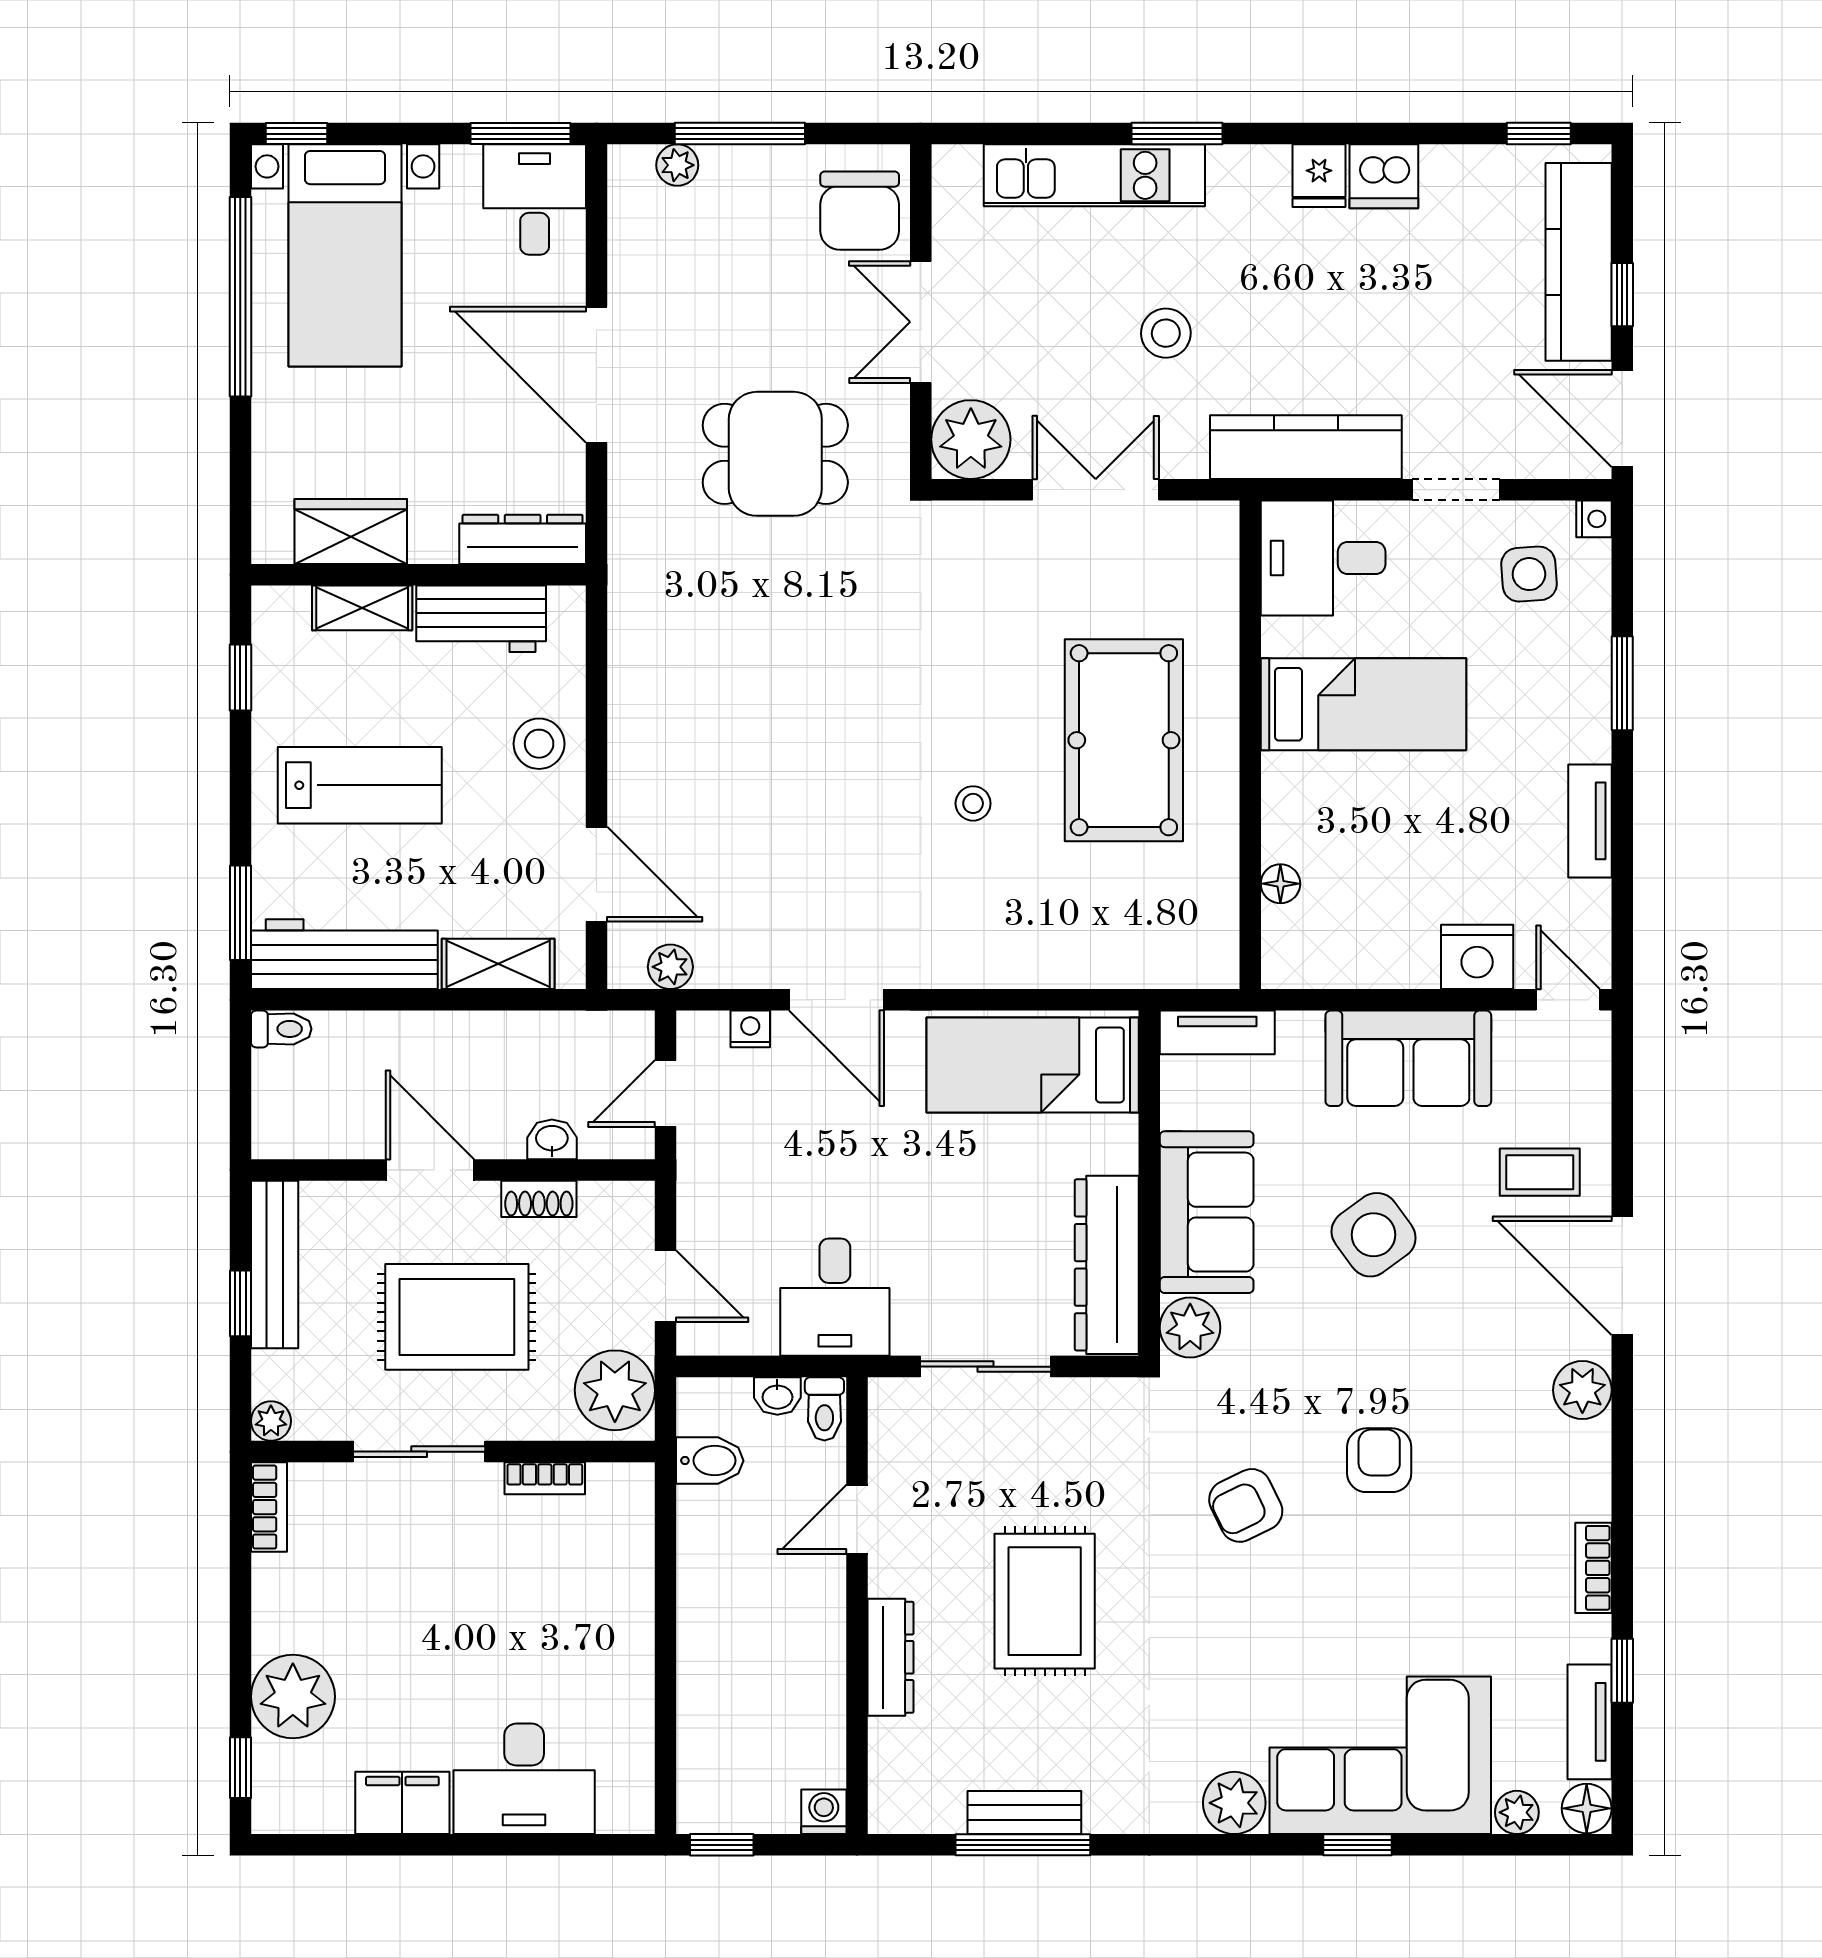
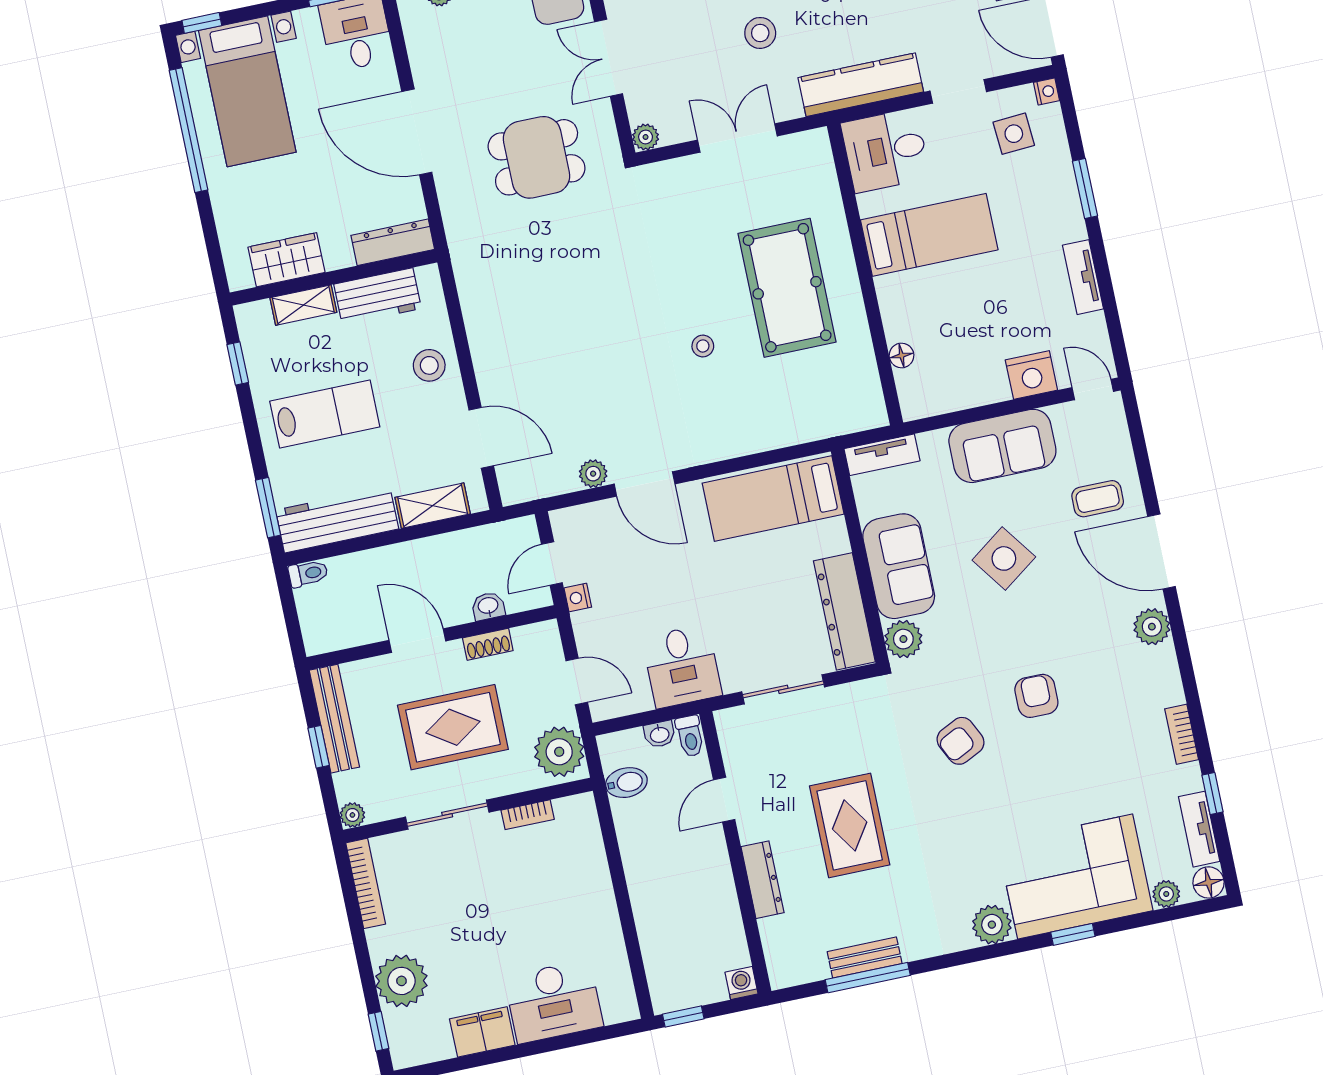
plant: (971, 440) -> (646, 137), width x0.53, depth x0.53
plant: (670, 967) -> (593, 474), moved
nightstand: (750, 1029) -> (578, 598), moved, turned -90
bookcase: (269, 1507) -> (366, 883), width x1.56

